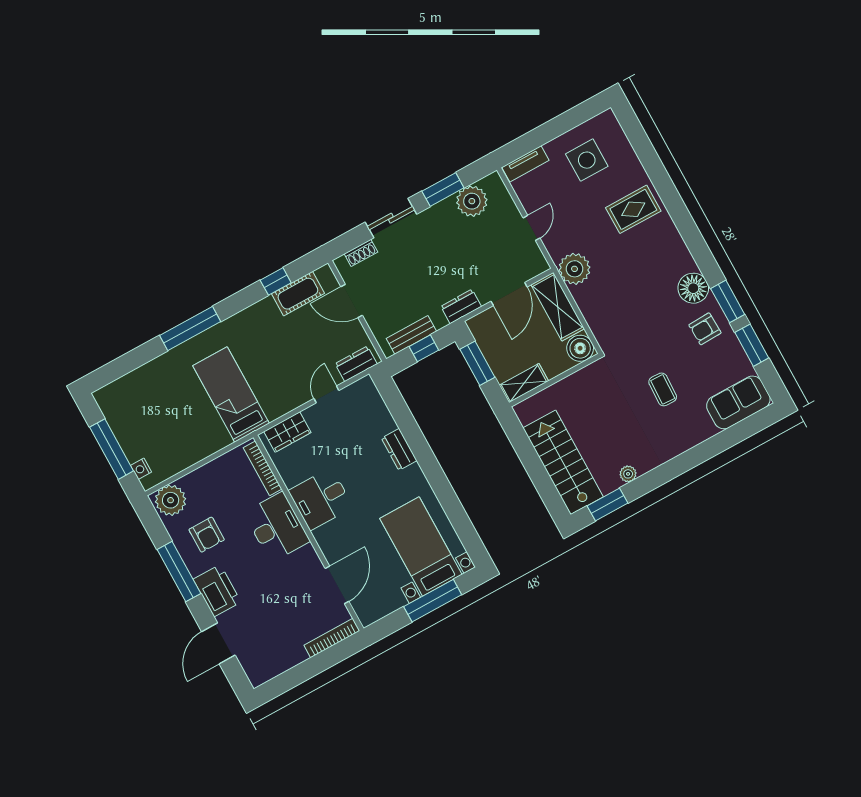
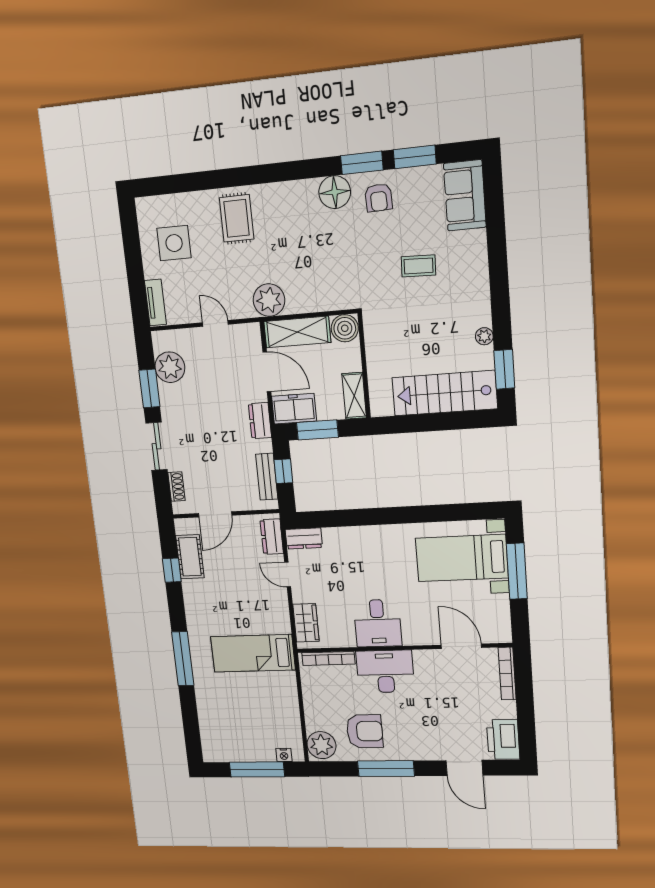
freezer: (487, 333) -> (294, 409), added
dresser: (399, 449) -> (304, 538), moved
armchair: (207, 535) -> (365, 731), width x1.38, depth x1.38
printer: (217, 591) -> (503, 740), moved, turned -90

